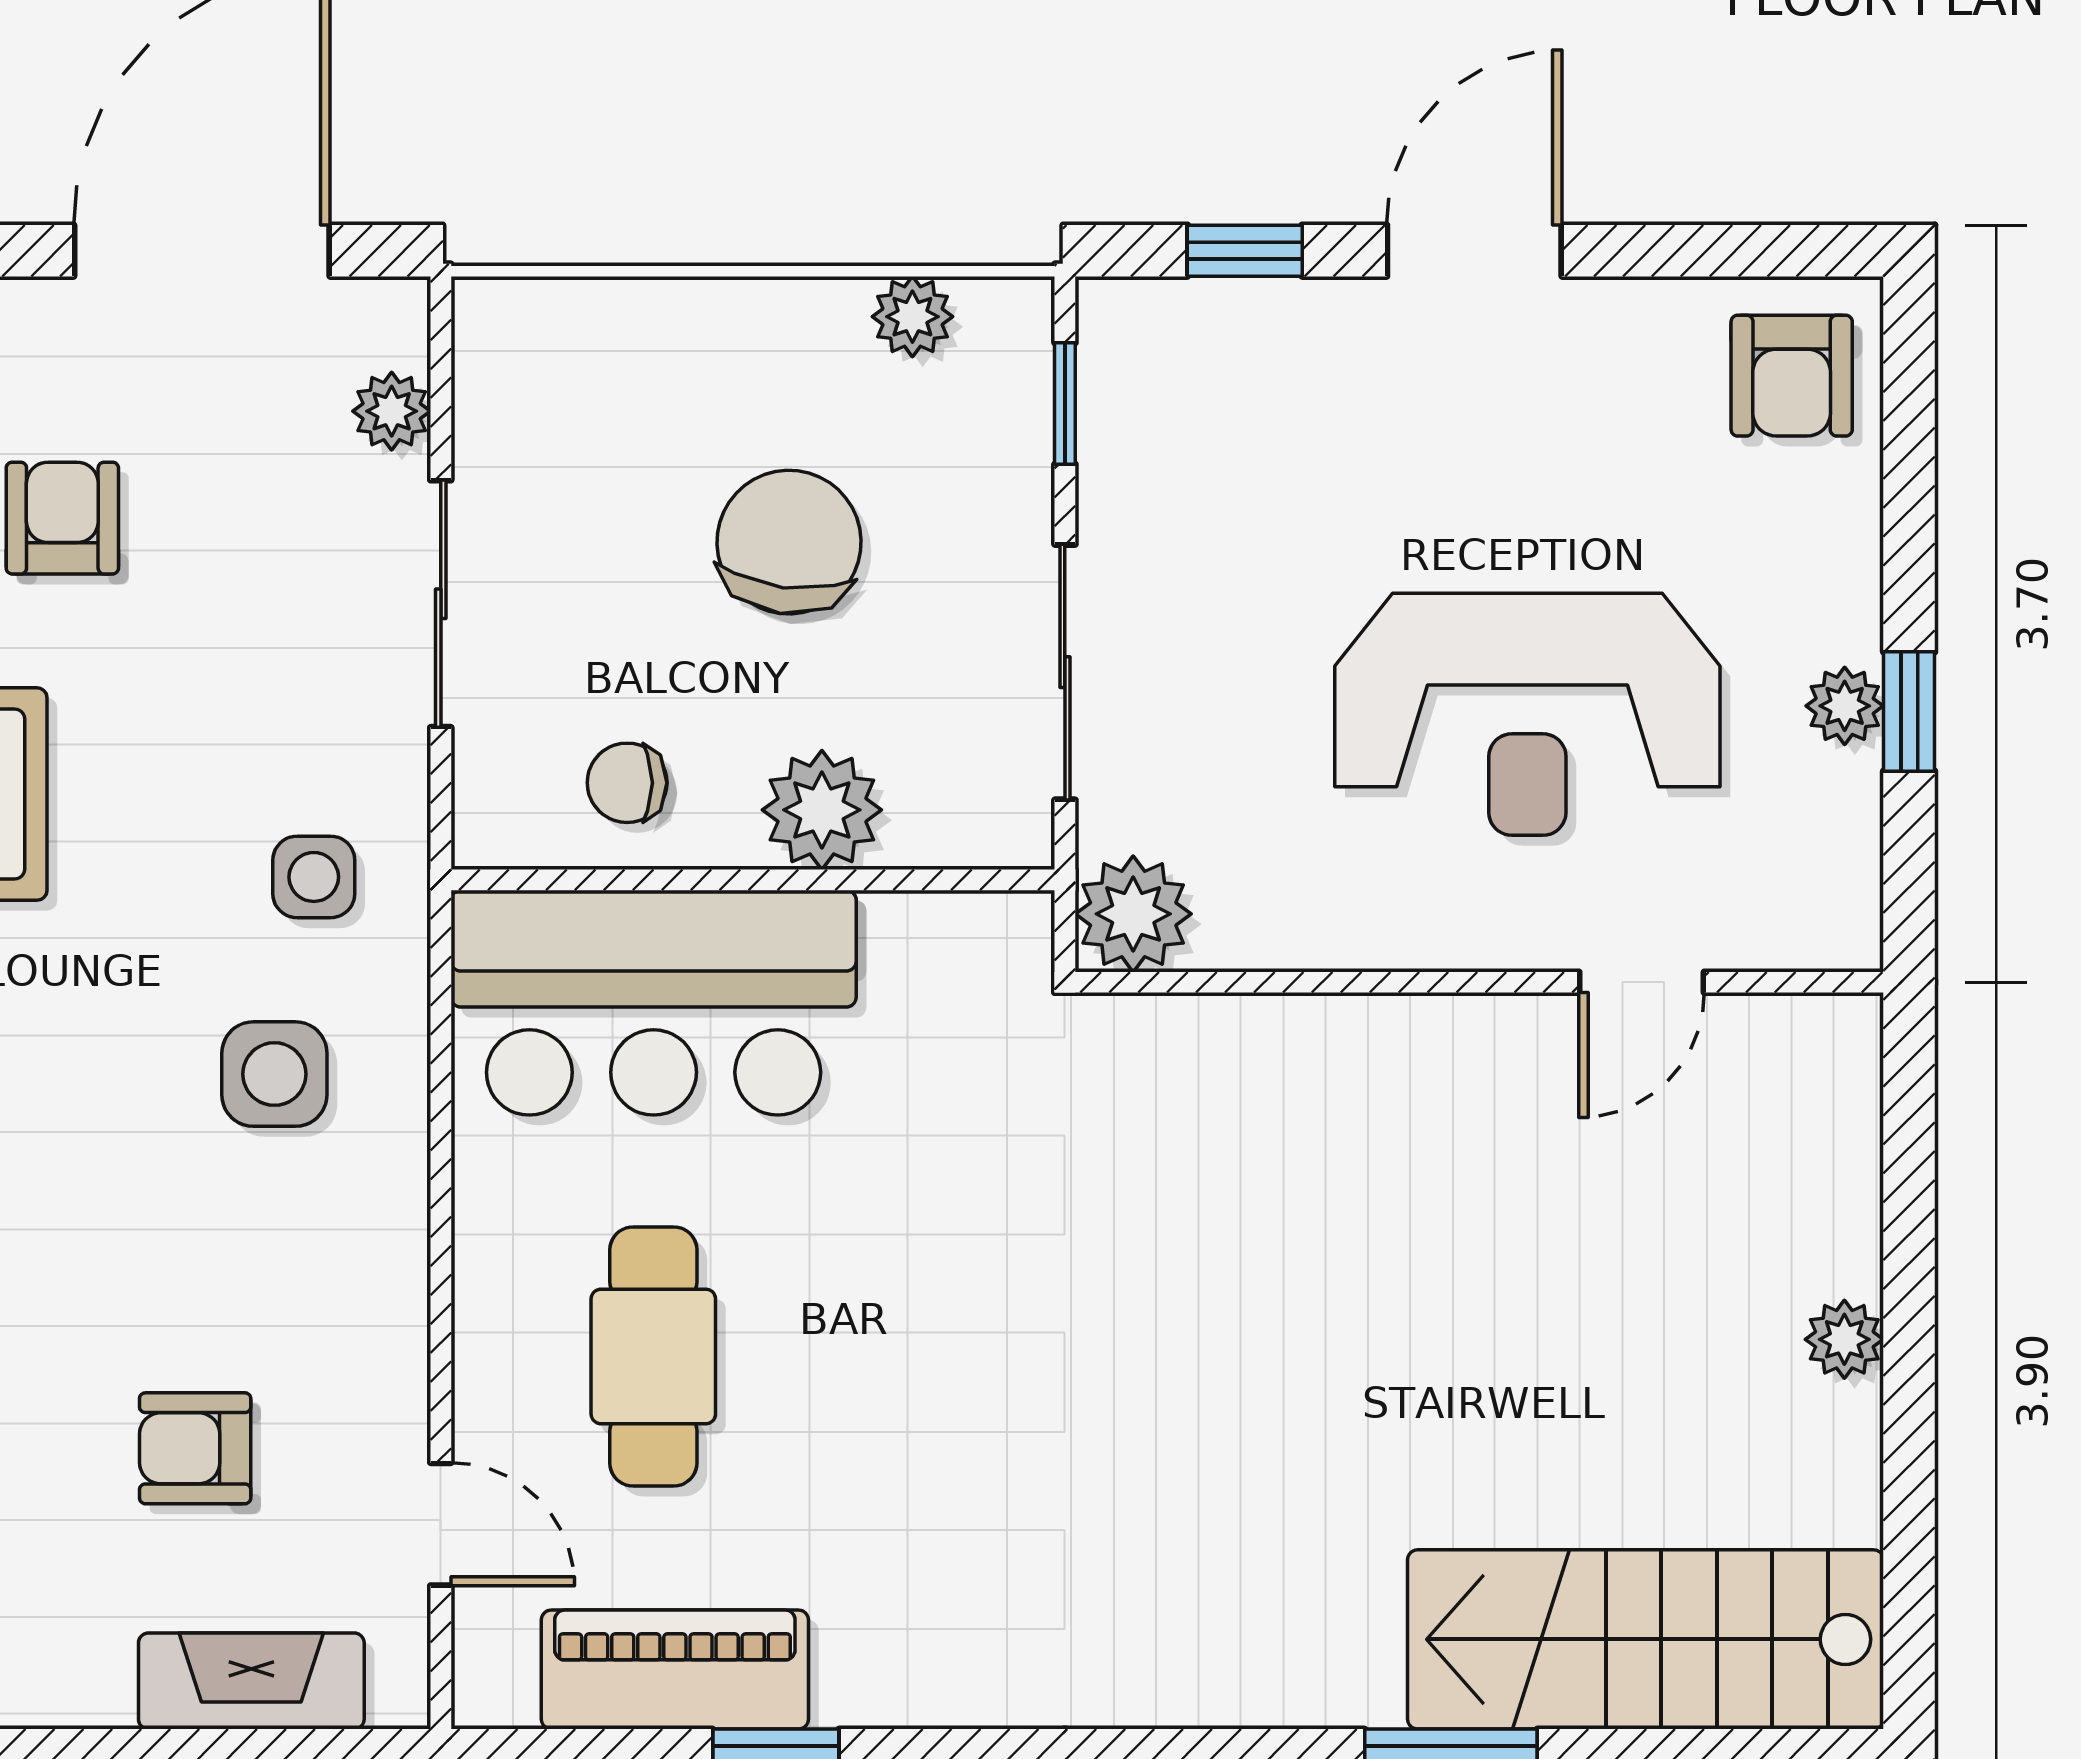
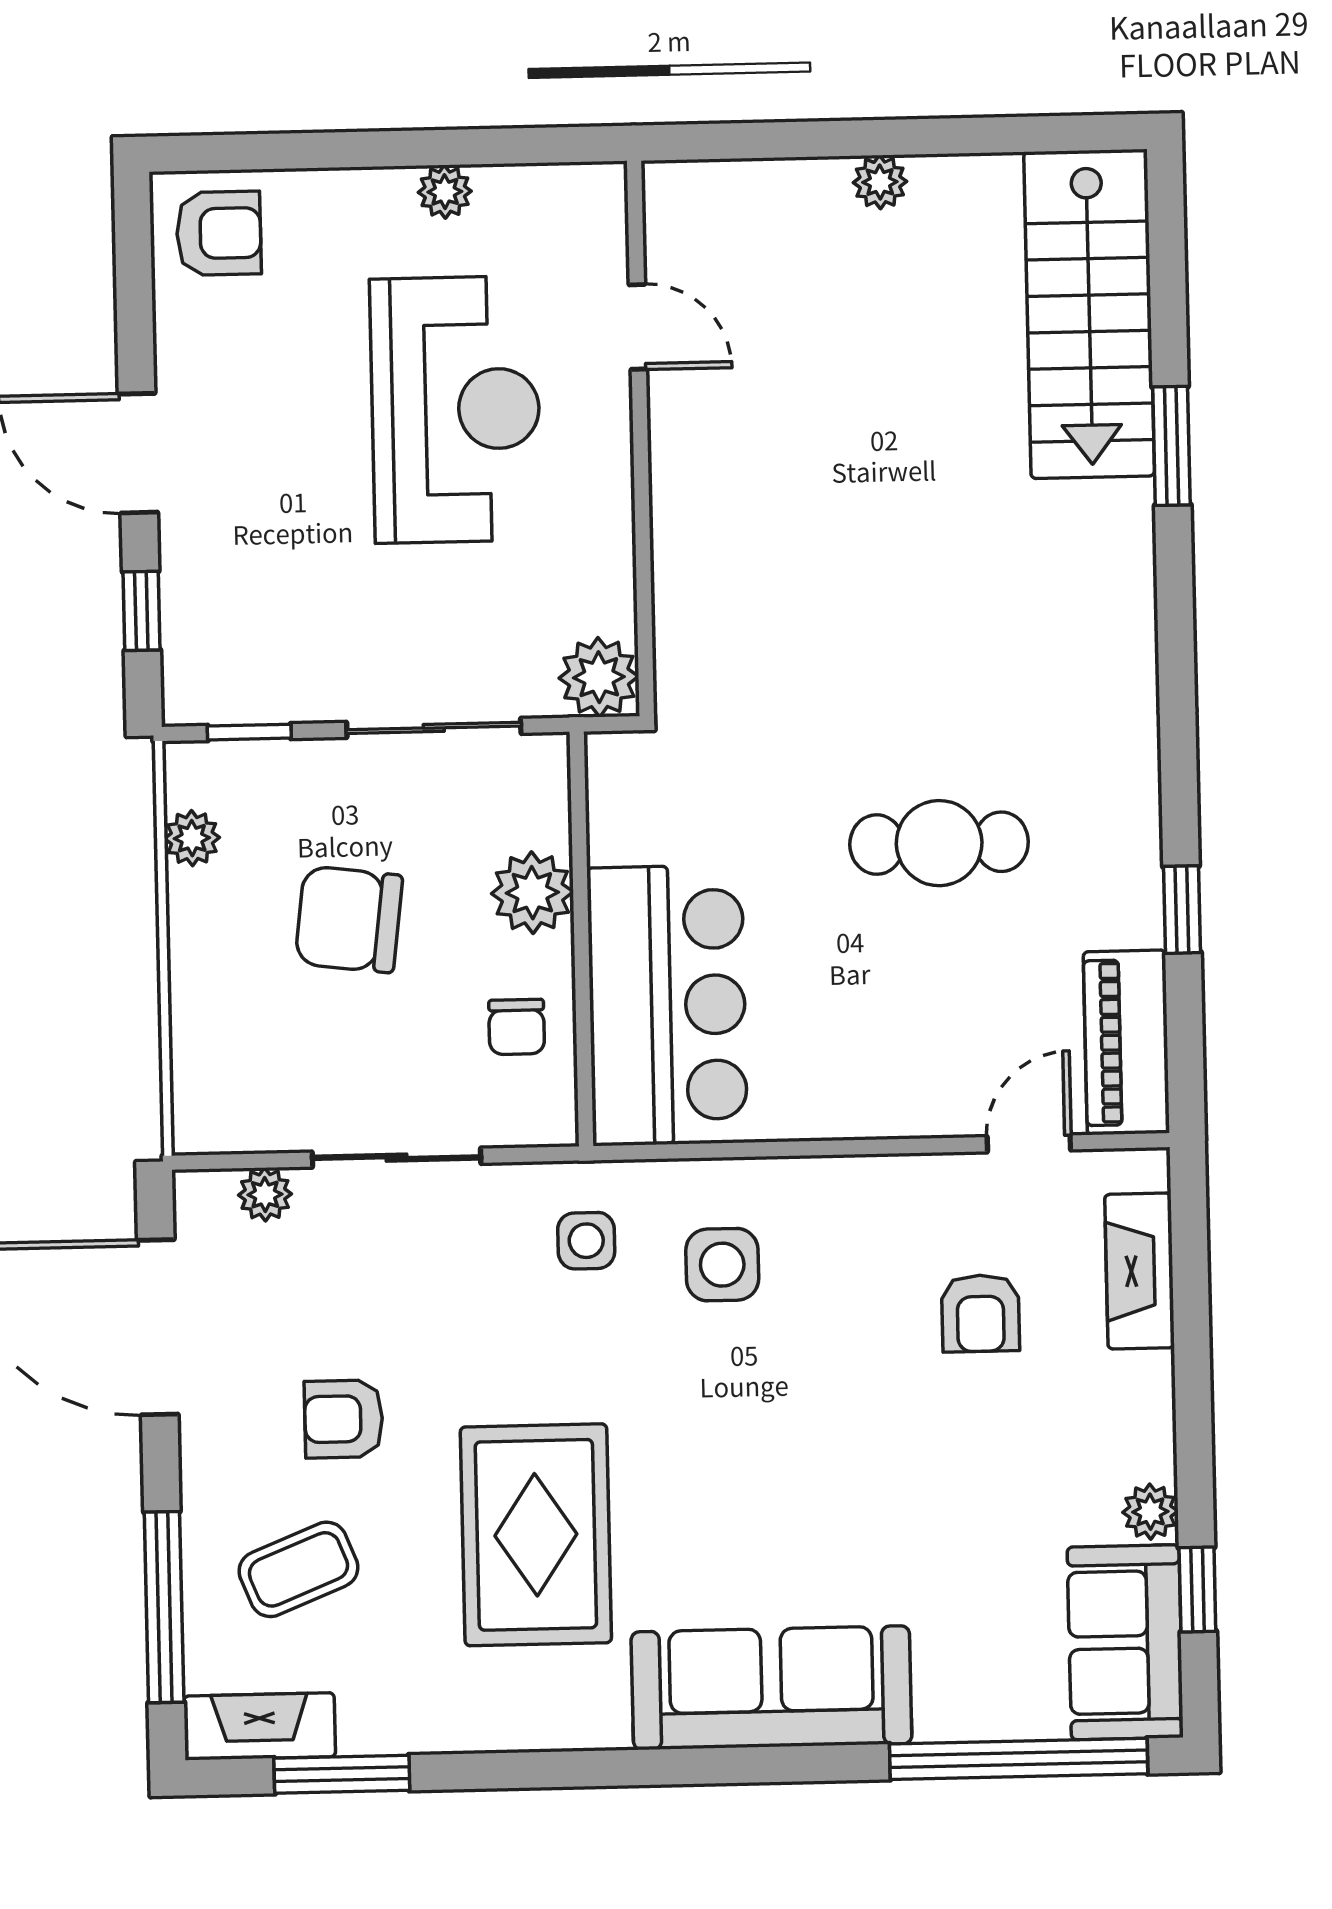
window: (1909, 711) -> (448, 147), removed
cafe table: (653, 1356) -> (939, 843), moved
piano: (675, 1670) -> (1126, 1042), moved

